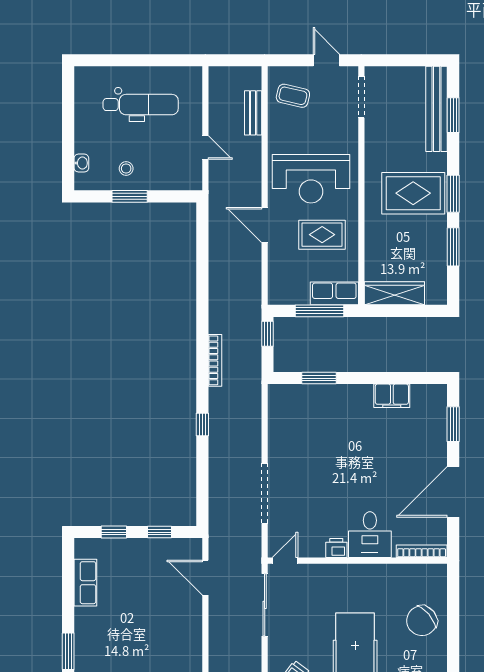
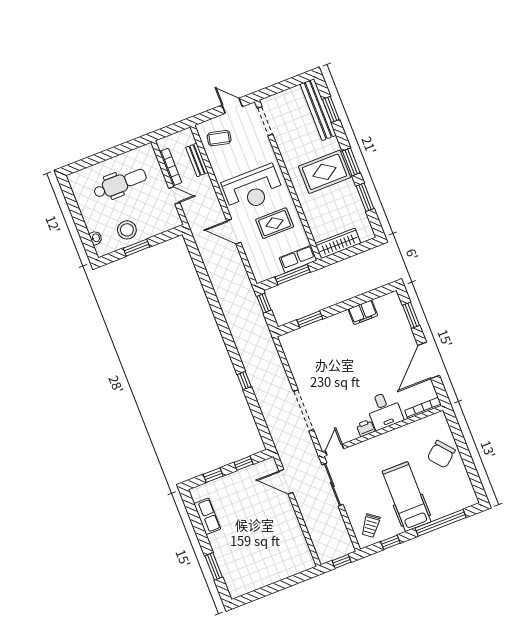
stool: (126, 168) -> (127, 230), width x1.89, depth x1.89
bookcase: (215, 360) -> (171, 167), moved

